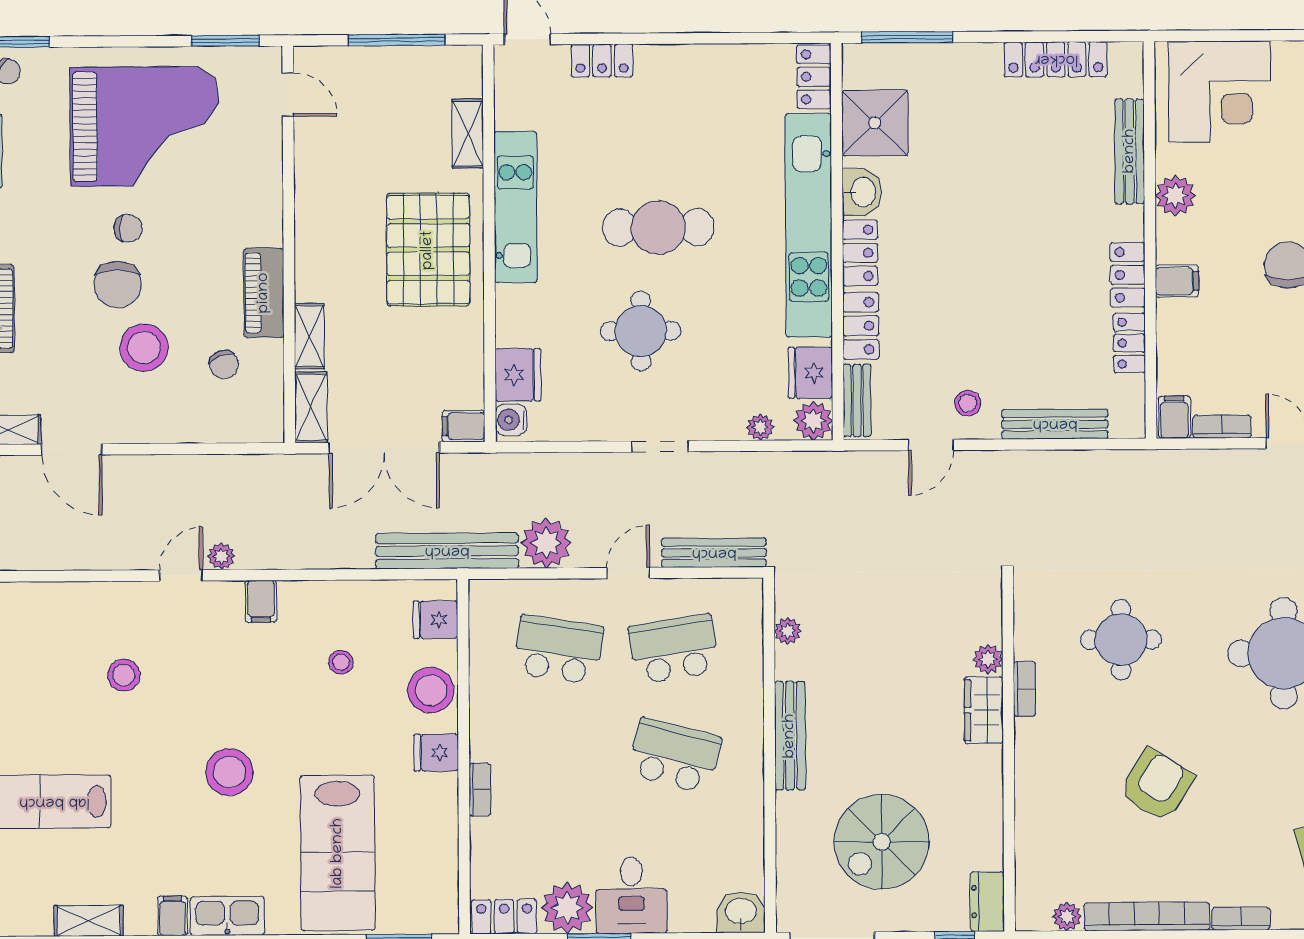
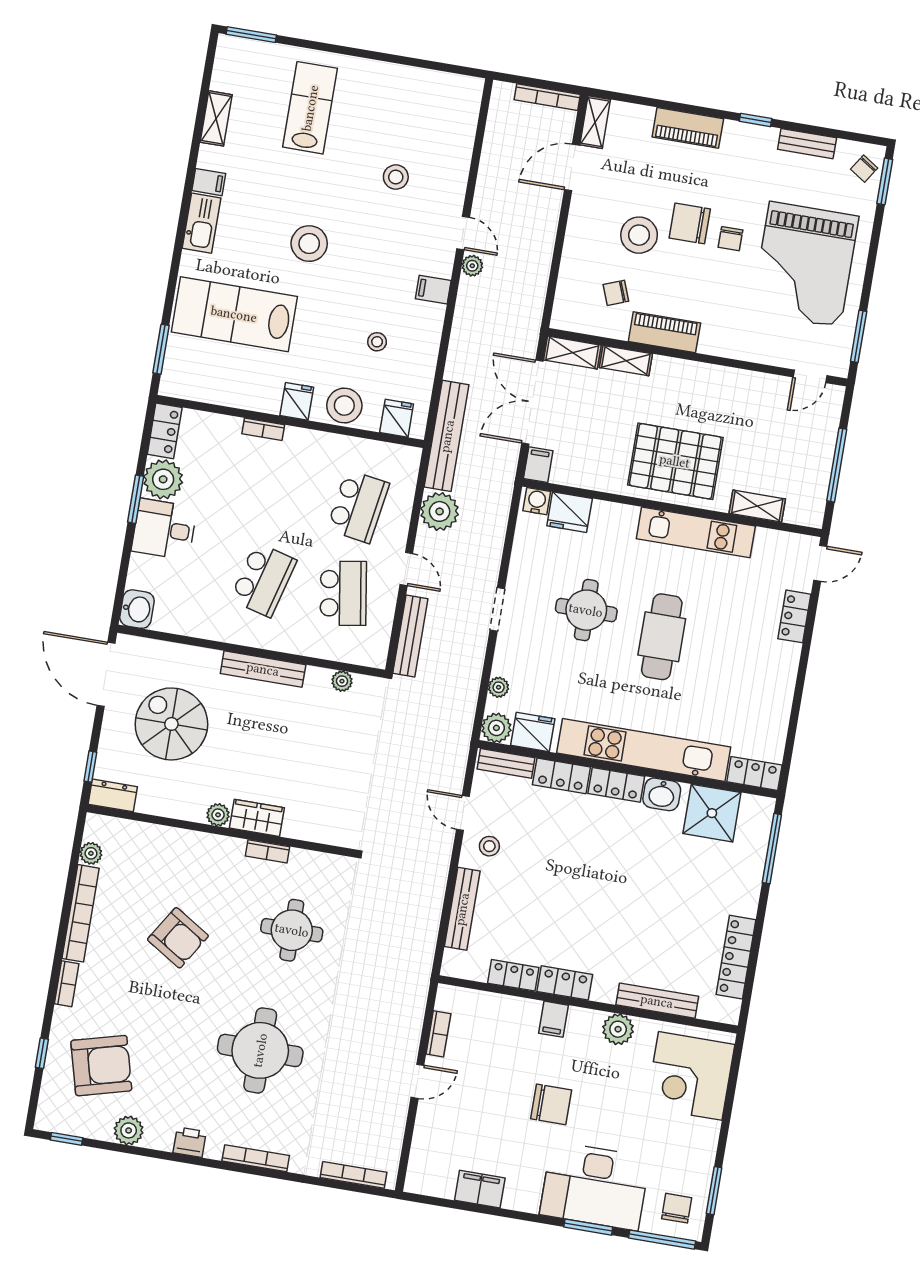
filing cabinet: (1174, 417) -> (452, 999), removed
plant: (988, 659) -> (218, 815), moved

